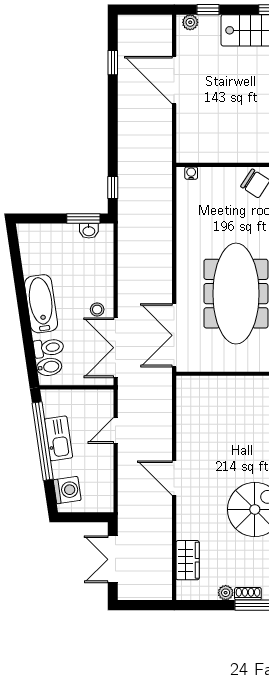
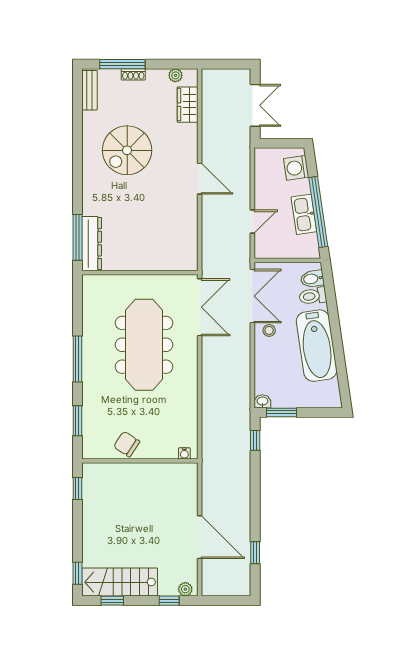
washbasin: (89, 231) -> (262, 401), moved
bathtub: (41, 304) -> (317, 346), width x1.36, depth x1.36
plant: (226, 593) -> (175, 75), moved

